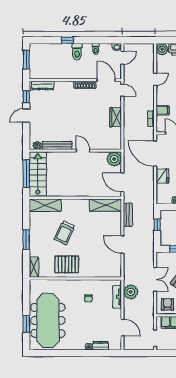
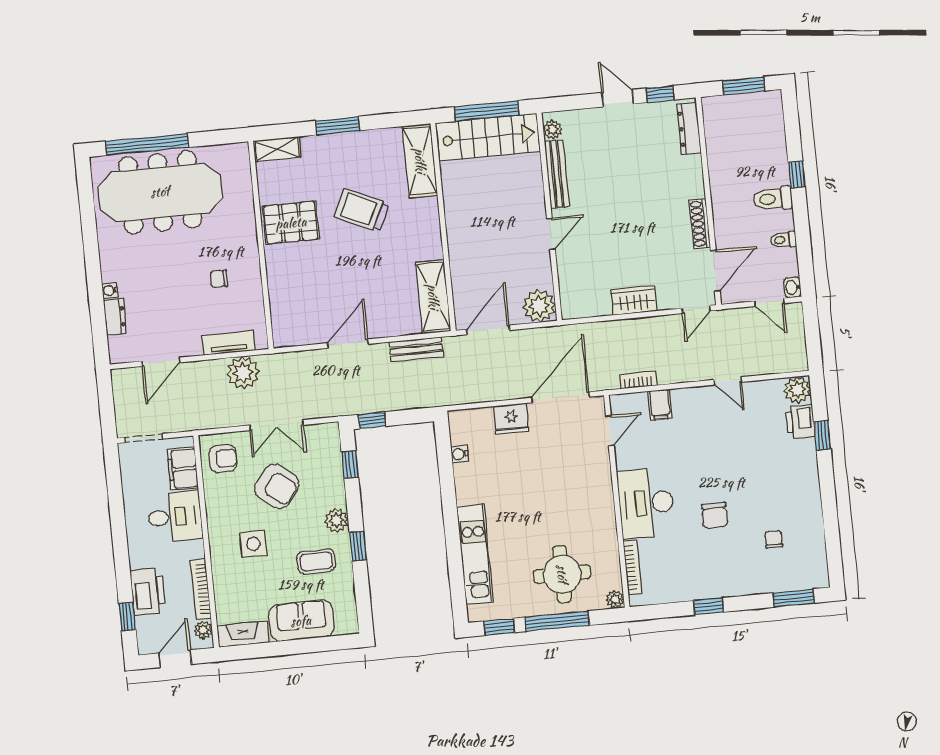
window: (157, 225) -> (372, 420), moved
pallet: (67, 264) -> (291, 223), turned 90
window: (26, 324) -> (147, 144), width x2.11

